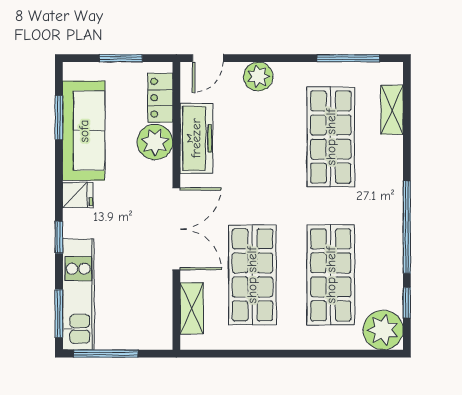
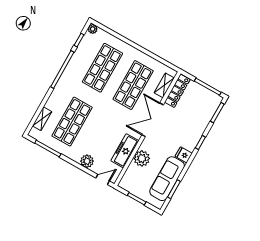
locker: (160, 98) -> (177, 91), moved, width x1.53
kitchen unit: (78, 294) -> (205, 116), removed
plant: (383, 330) -> (93, 29), width x0.53, depth x0.53

